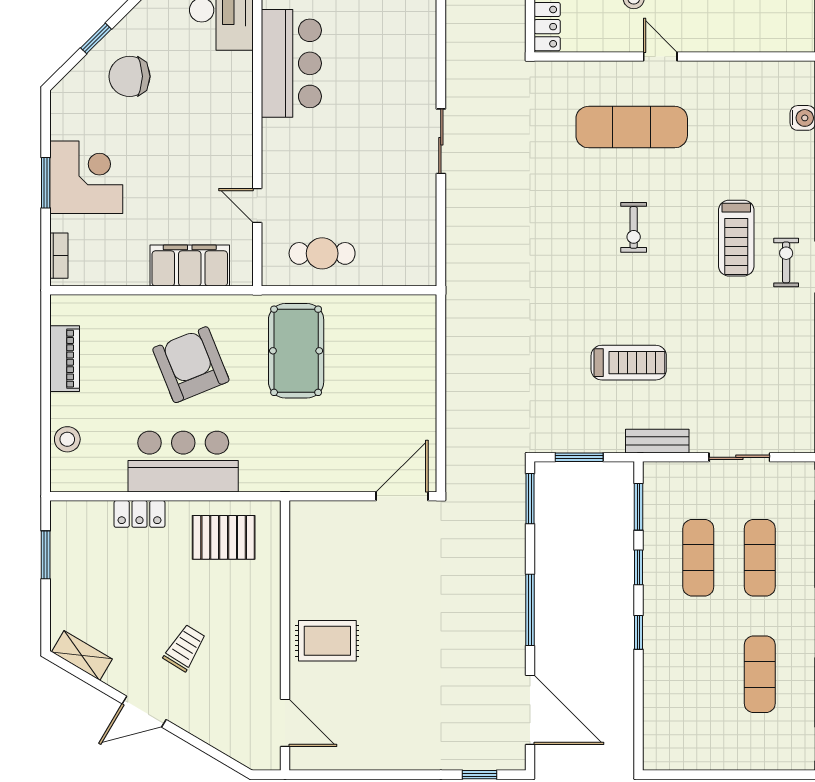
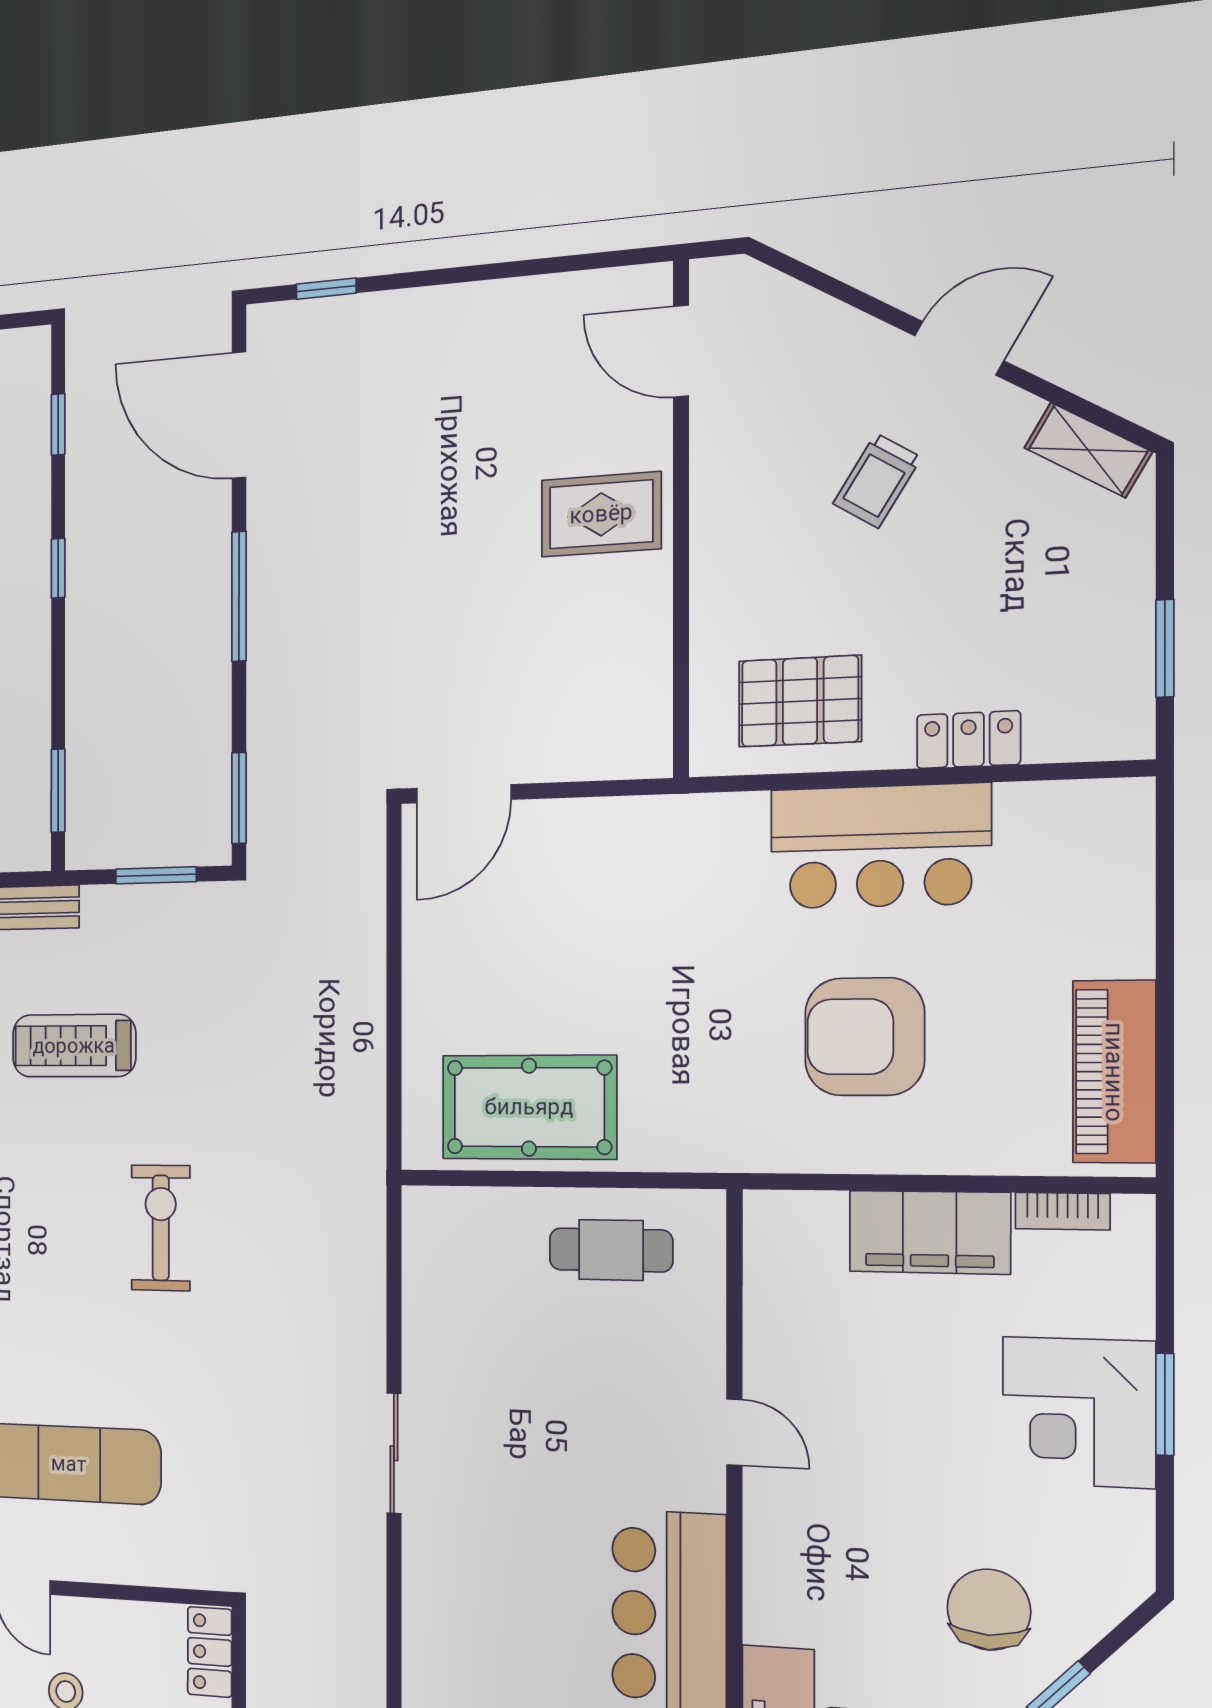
chair: (130, 76) -> (989, 1610), turned -90
door: (257, 206) -> (734, 1432), moved
exercise bike: (634, 227) -> (161, 1228), moved, width x1.38, depth x1.39
bookcase: (59, 256) -> (1063, 1211), moved, turned -90
filing cabinet: (190, 266) -> (930, 1232), moved
pool table: (296, 351) -> (529, 1107), moved, turned 90
piano: (65, 359) -> (1114, 1072), width x1.37, depth x1.33
armchair: (191, 365) -> (865, 1037), turned 112
stool: (67, 439) -> (1119, 884), removed
window: (639, 567) -> (58, 424), moved

